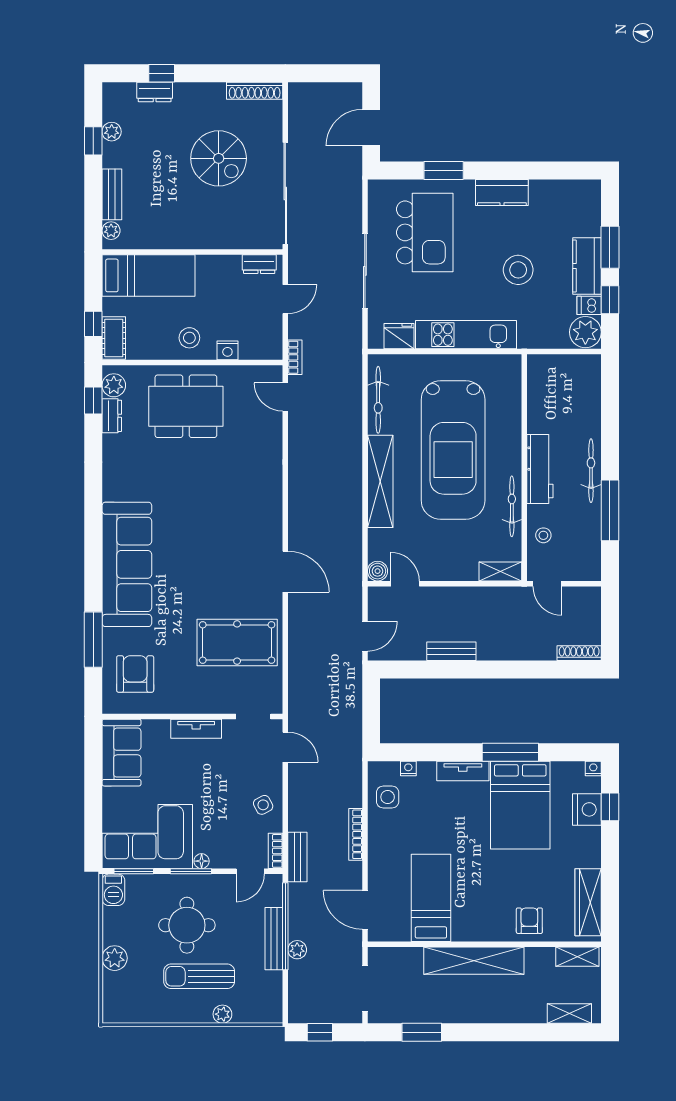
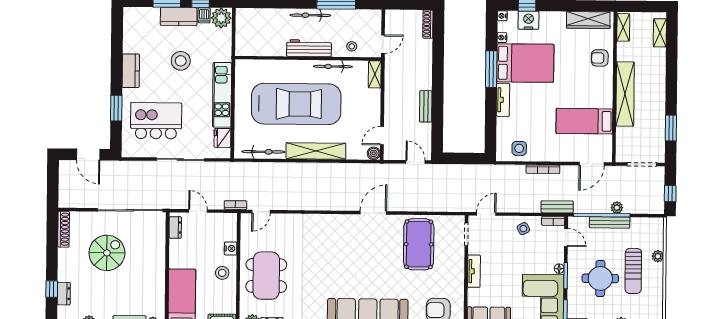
nightstand: (408, 768) -> (502, 38), moved

